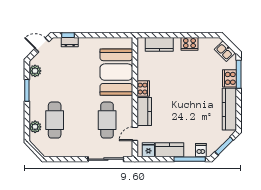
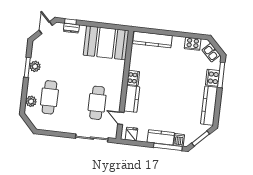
kitchen counter: (159, 44) -> (152, 40), width x1.50
cooker: (189, 44) -> (193, 44), moved
door: (42, 45) -> (46, 28), hinge flipped
plant: (35, 71) -> (35, 66), moved
booth: (116, 72) -> (106, 43), moved, turned 90
door: (135, 134) -> (121, 118), hinge flipped
kitchen counter: (169, 150) -> (161, 137), moved

